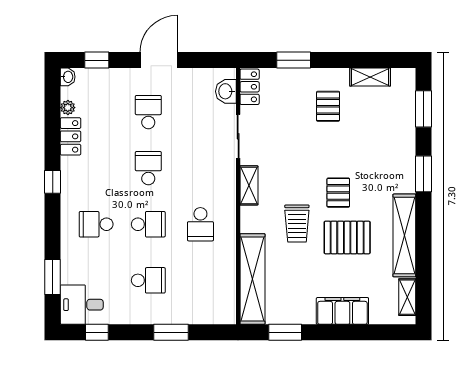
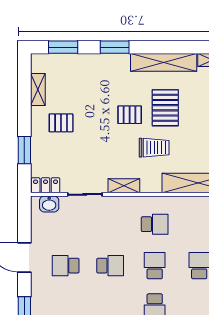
school desk: (148, 168) -> (110, 266), turned 180

